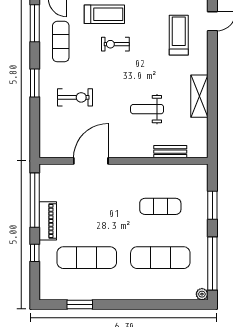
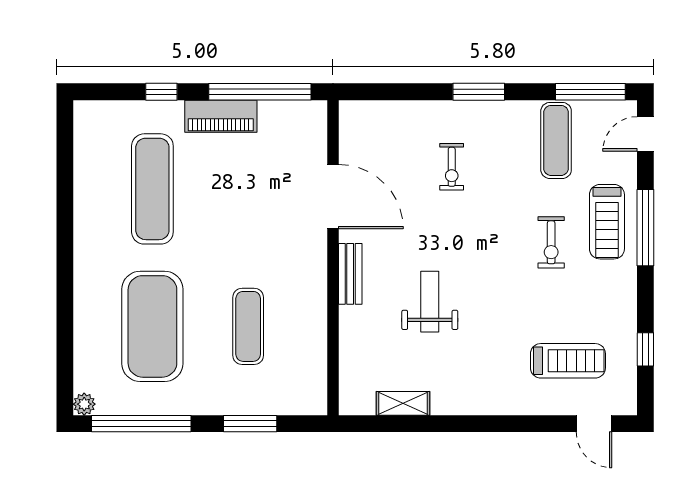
exercise mat: (61, 42) -> (556, 140), turned 90
exercise bike: (115, 44) -> (551, 242), turned 180
shelving: (199, 96) -> (403, 403), moved, width x0.67, depth x0.75
exercise bike: (75, 97) -> (452, 167), width x0.73, depth x0.72
bench: (170, 152) -> (350, 274), moved
exercise mat: (160, 258) -> (152, 326), width x1.47
window: (80, 305) -> (65, 176), removed

